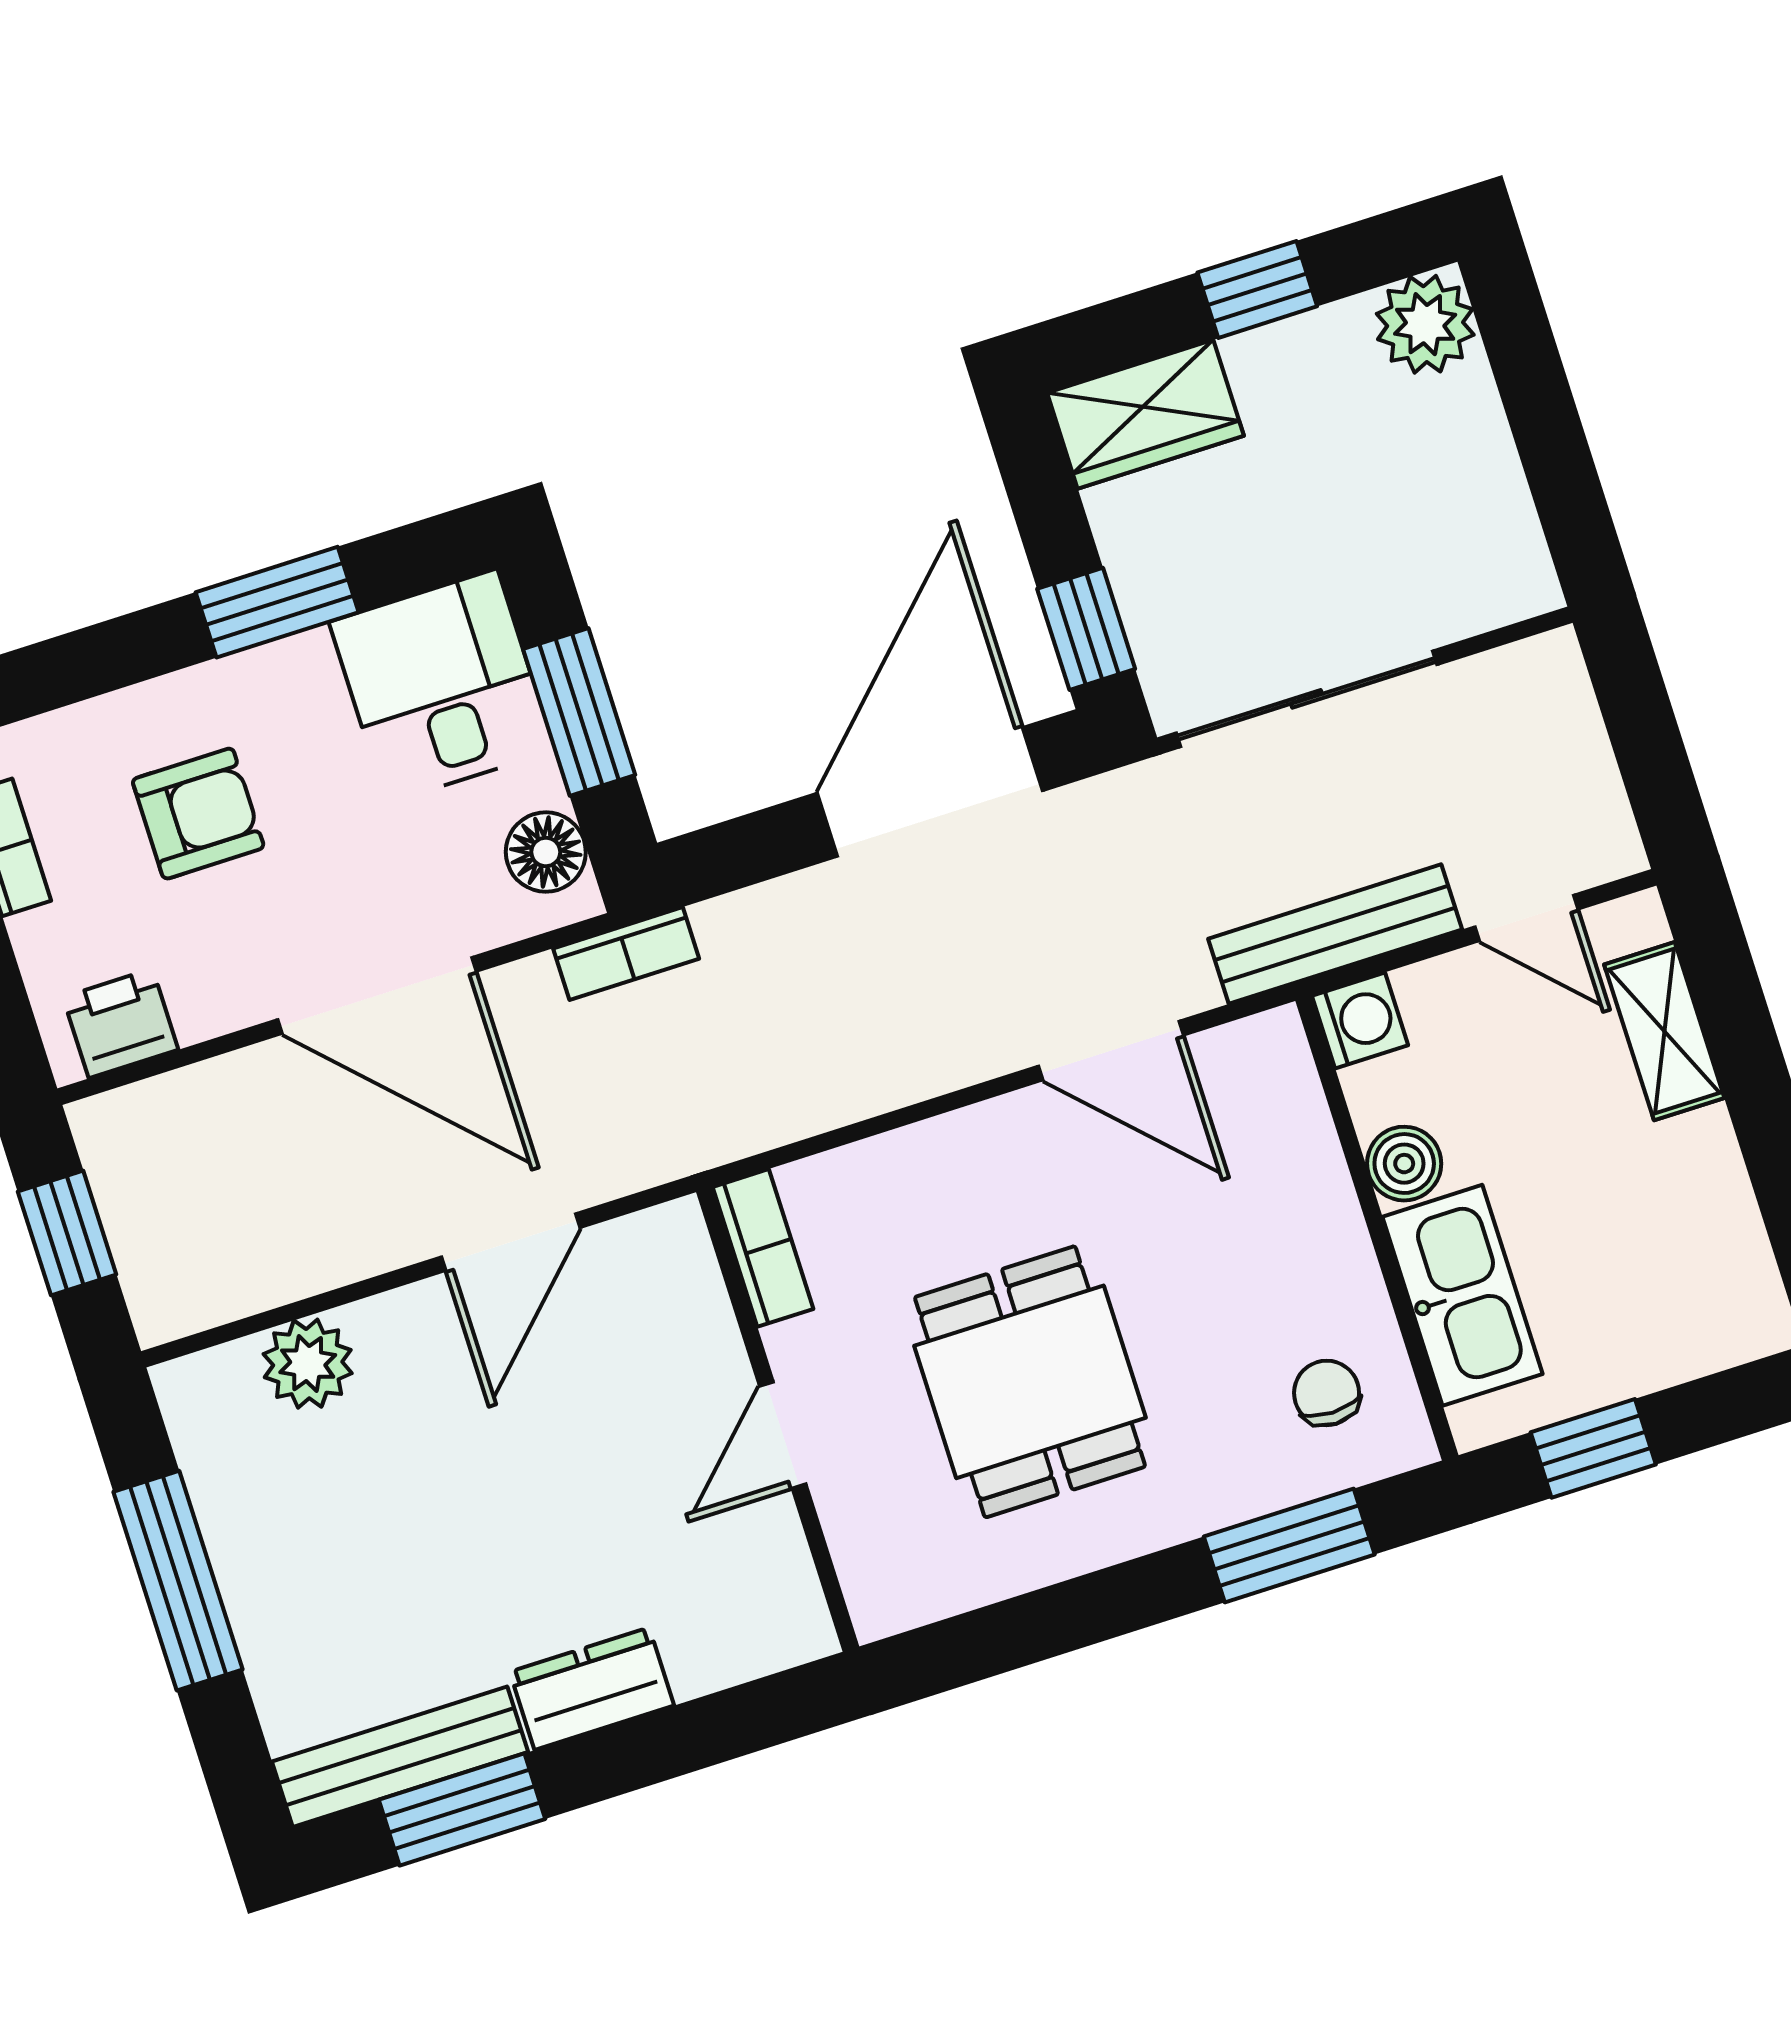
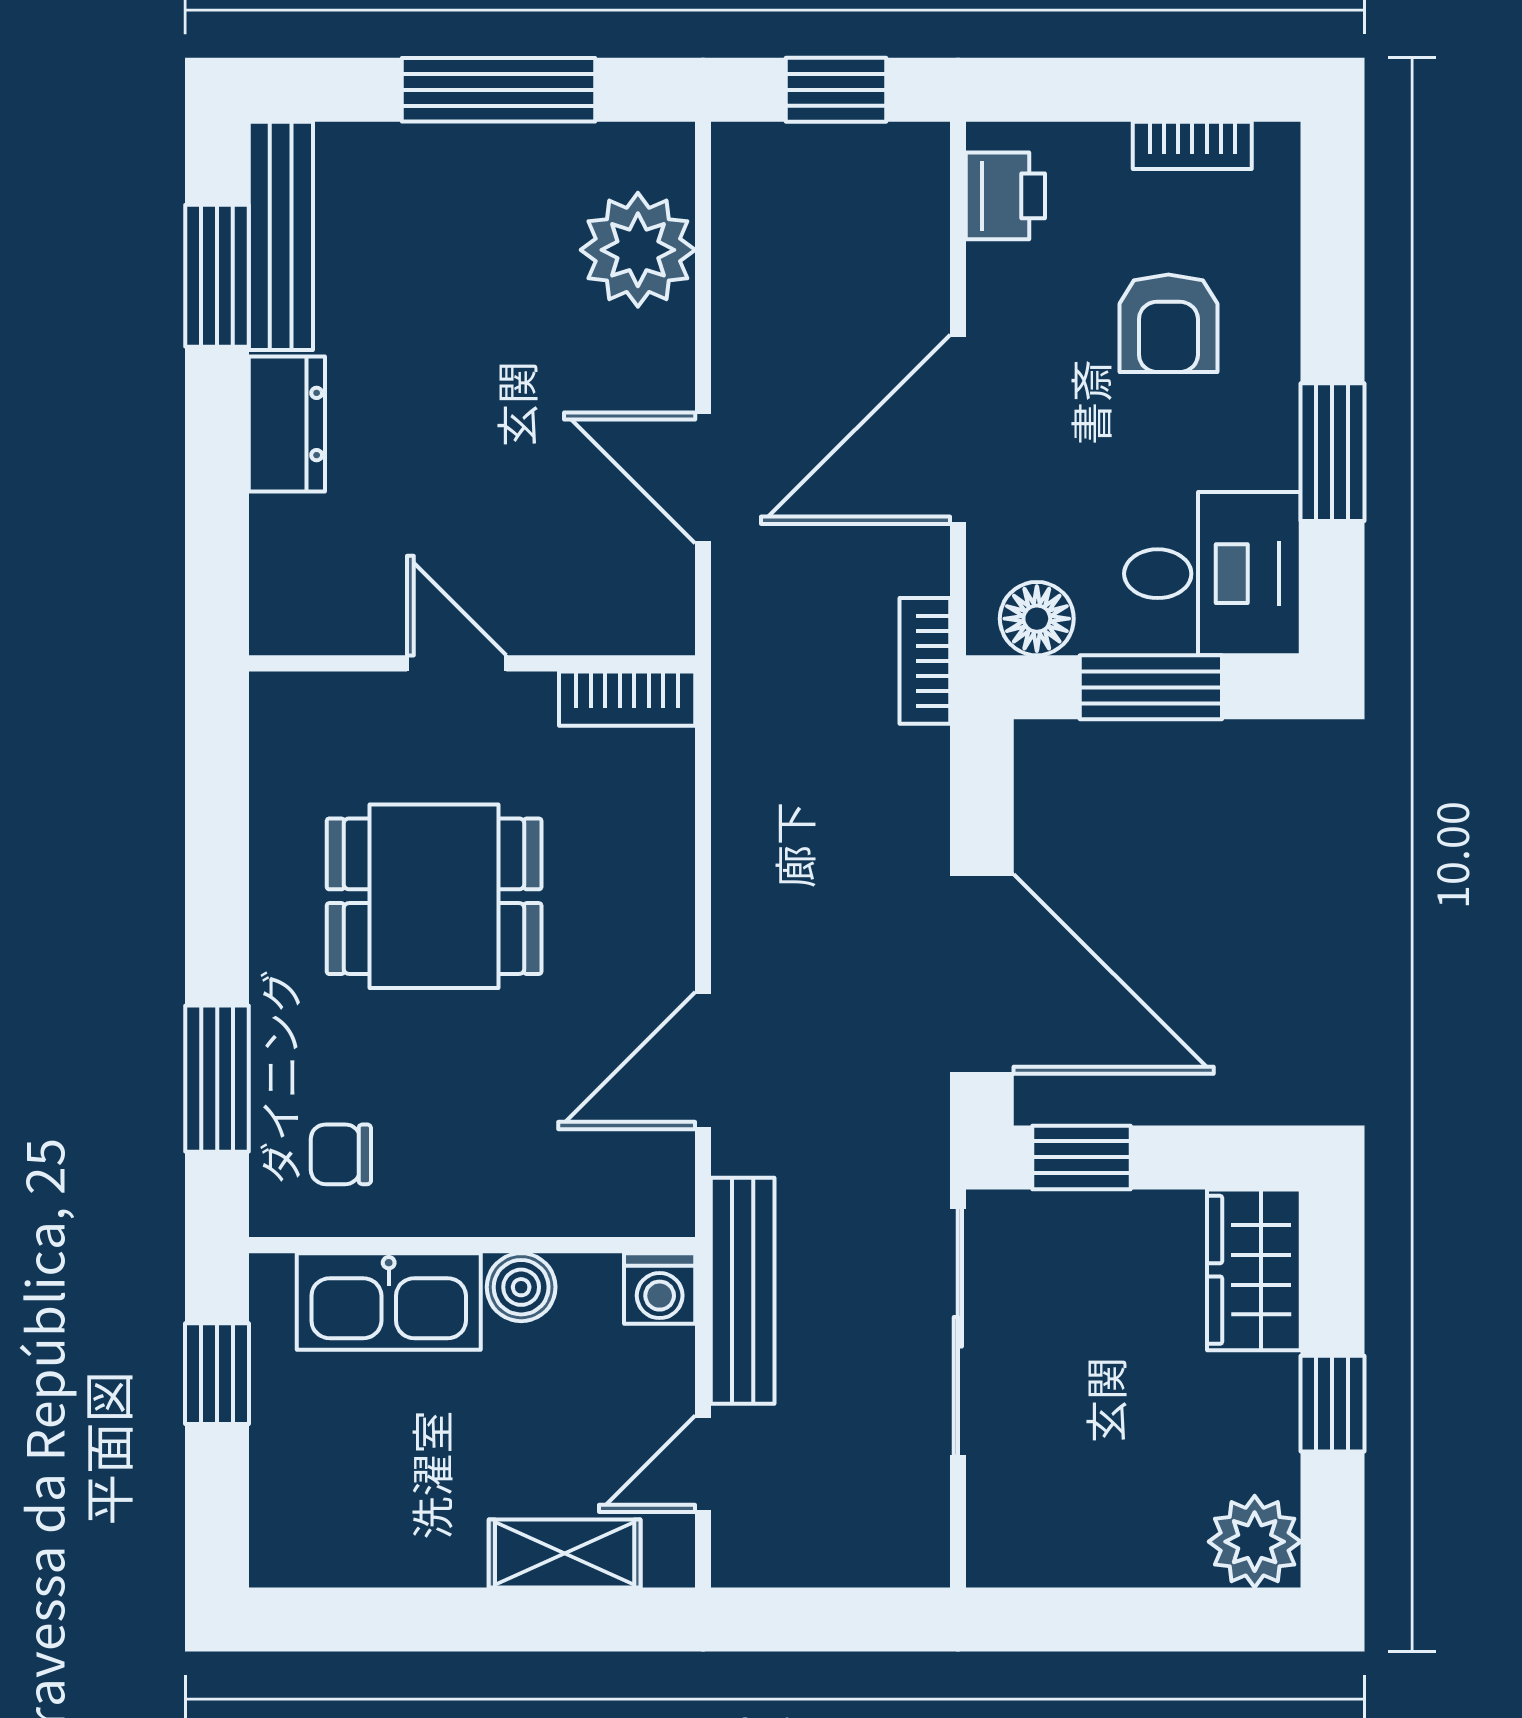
plant: (308, 1364) -> (638, 250), width x1.36, depth x1.36
chair: (1327, 1393) -> (341, 1154), turned 180

